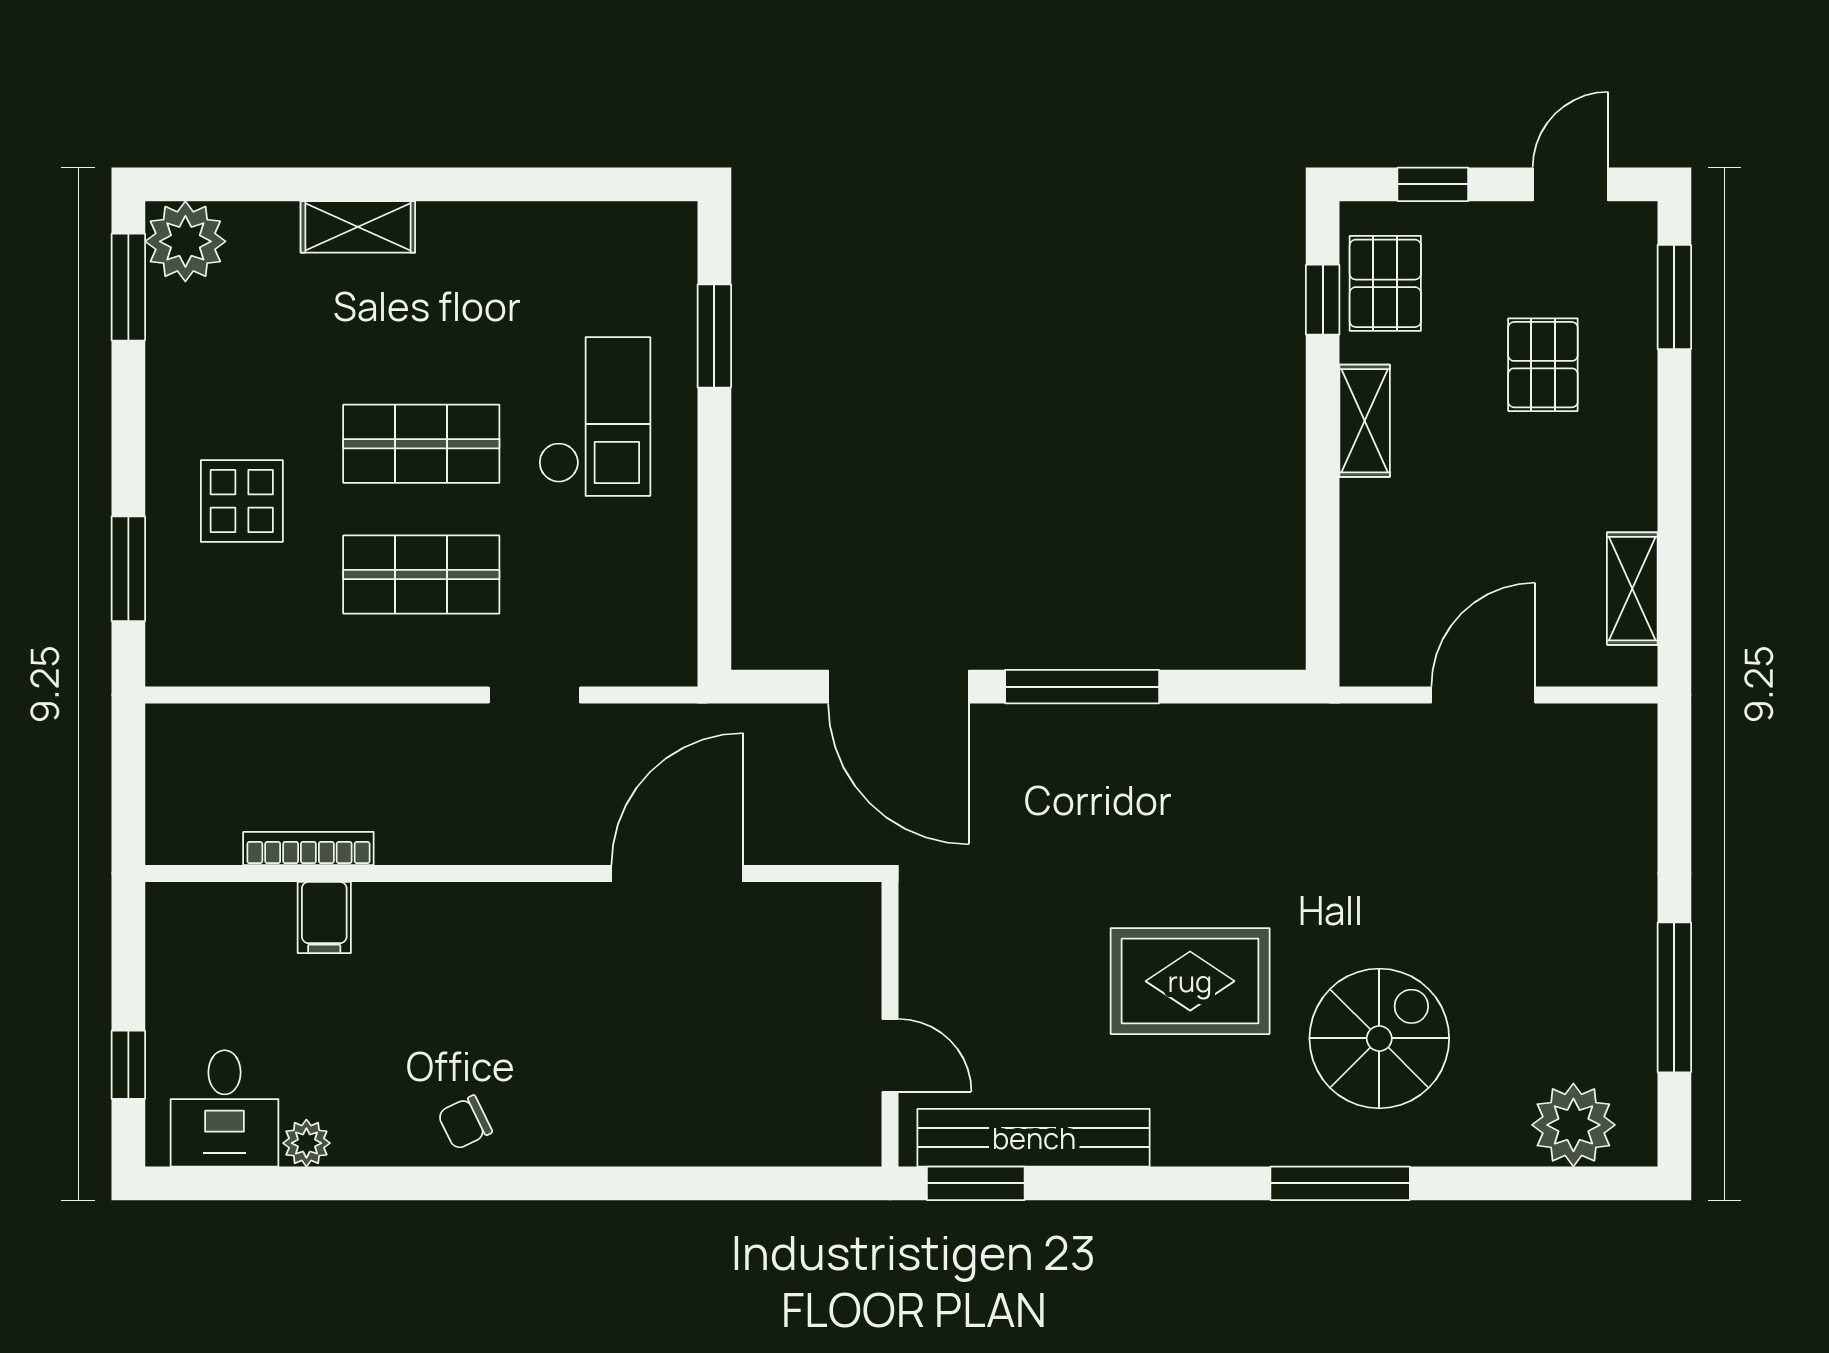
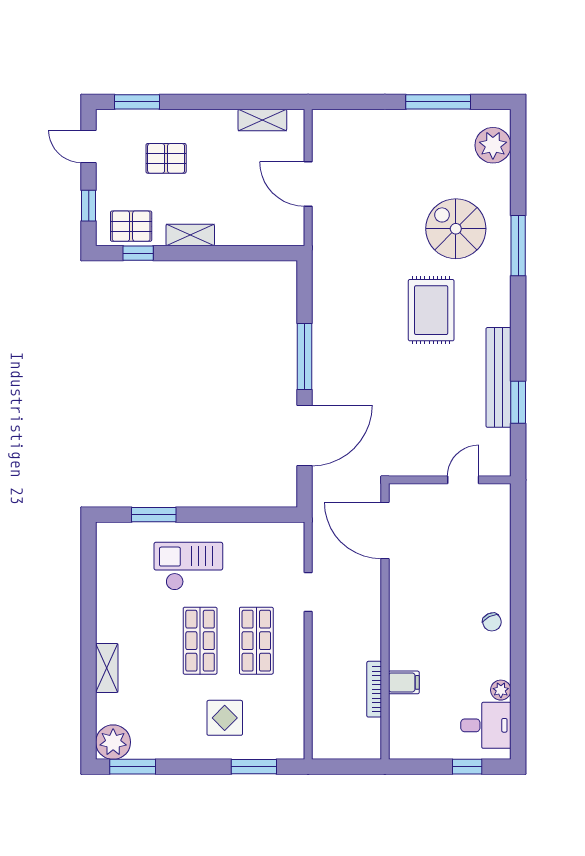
wall: (890, 1024) -> (450, 480), moved
door: (890, 1055) -> (463, 480), moved

